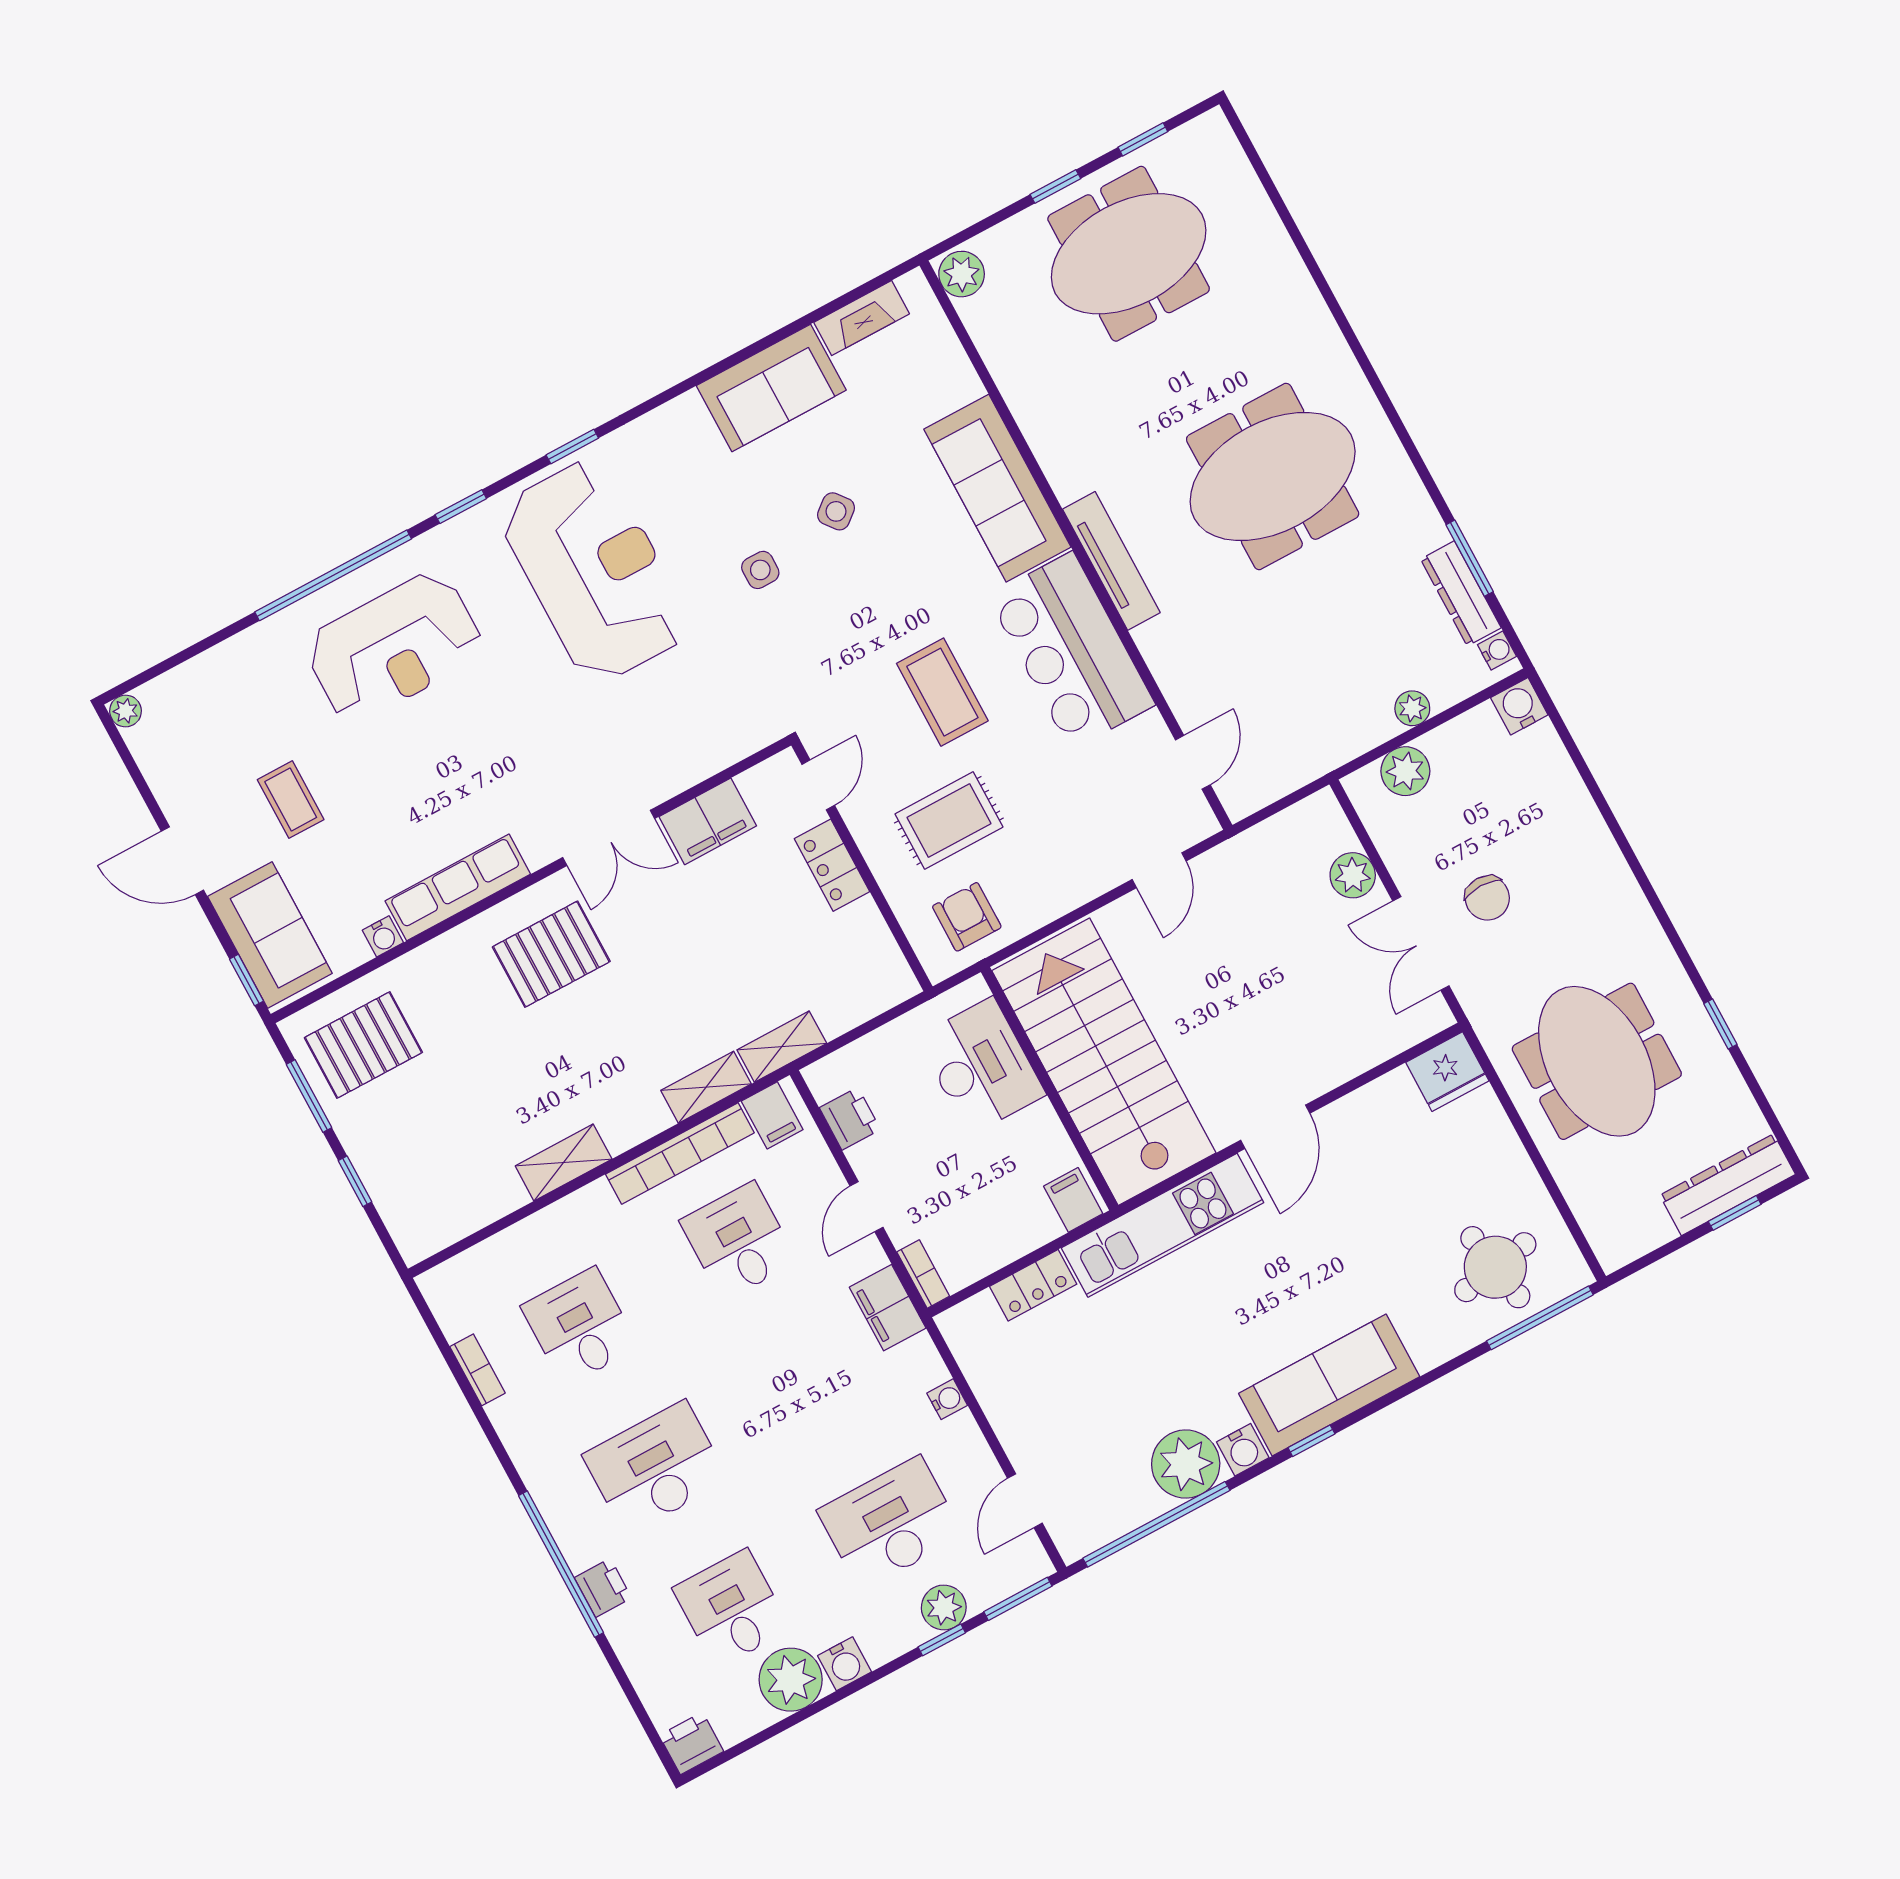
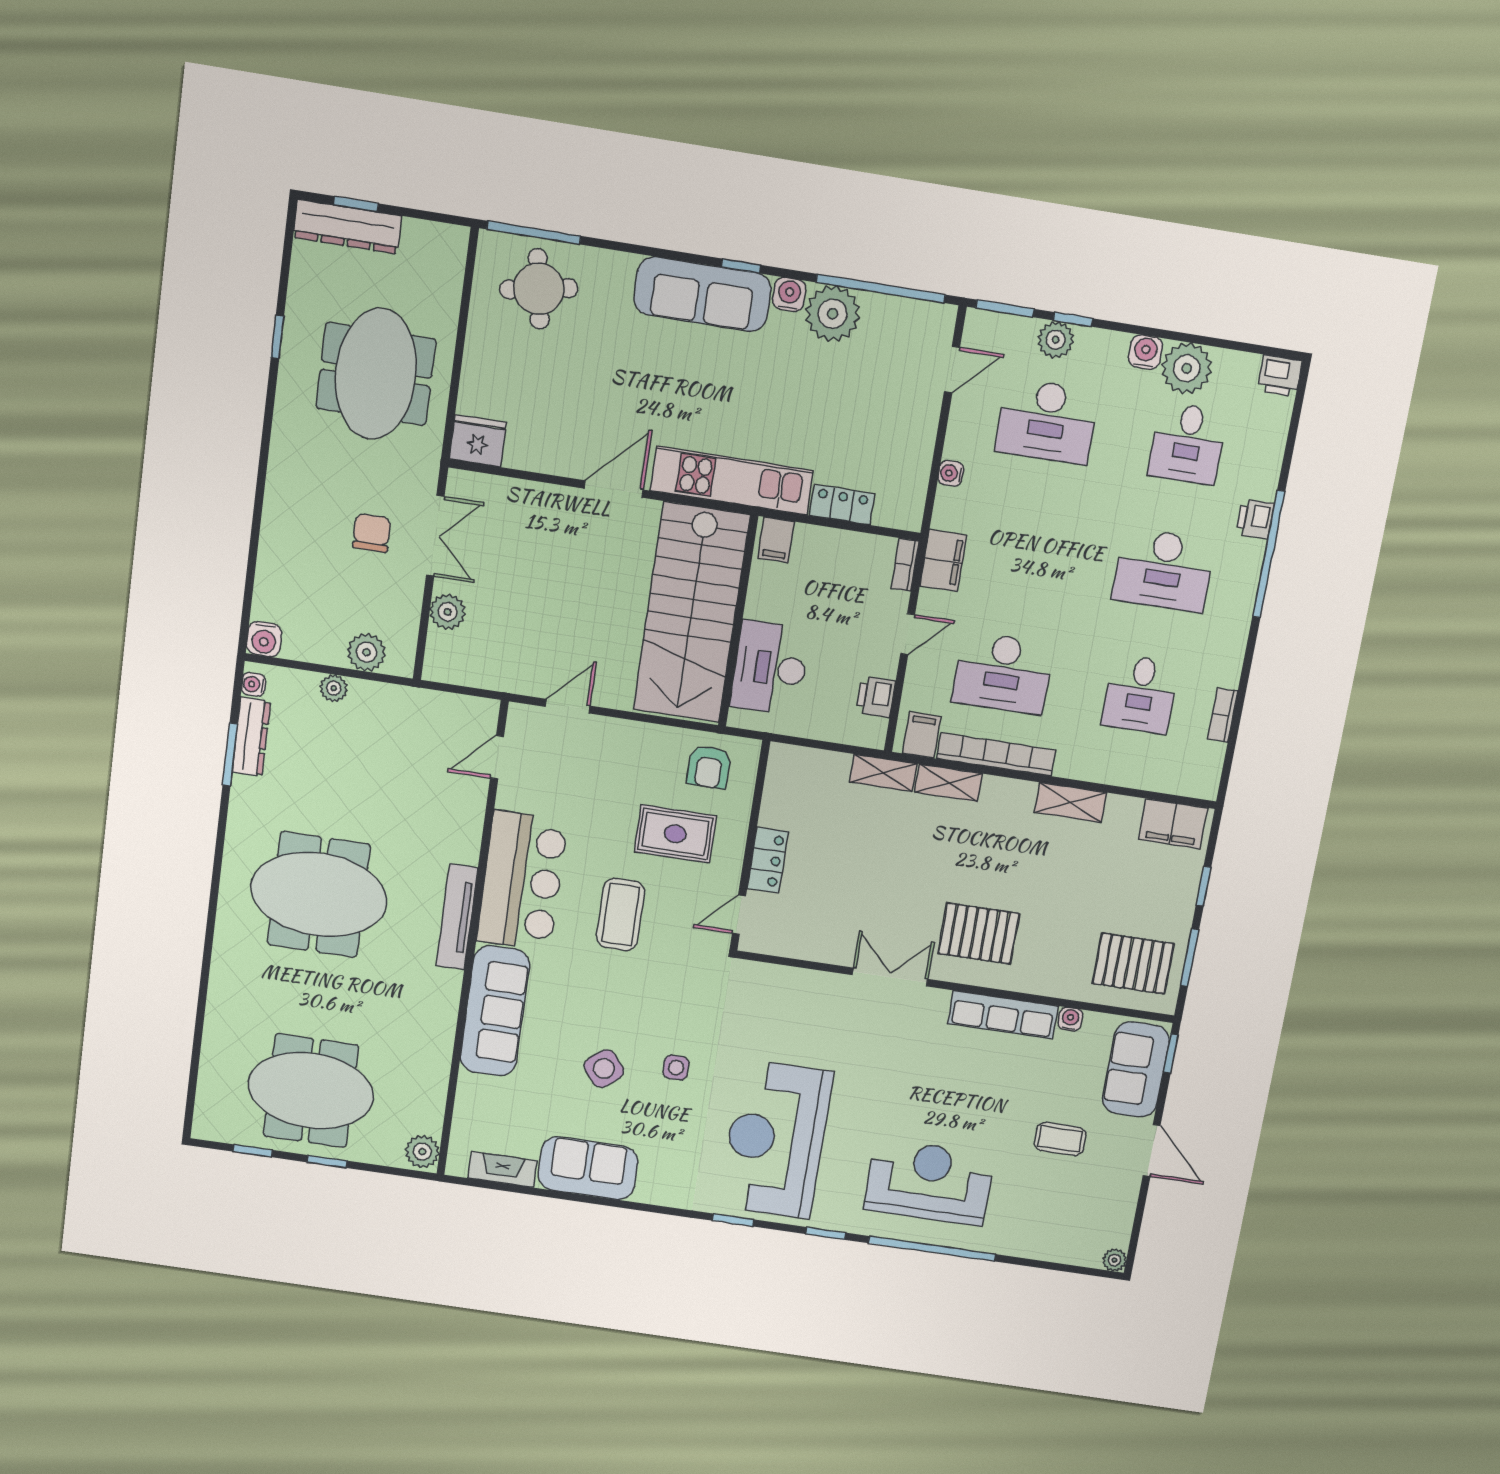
side table: (836, 511) -> (604, 1069), width x1.37, depth x1.37
coffee table: (291, 800) -> (1060, 1139), turned 90
filing cabinet: (708, 821) -> (1173, 824), moved, turned 180
desk: (738, 1241) -> (1003, 673), width x1.37

